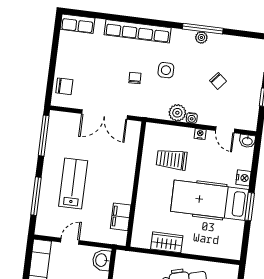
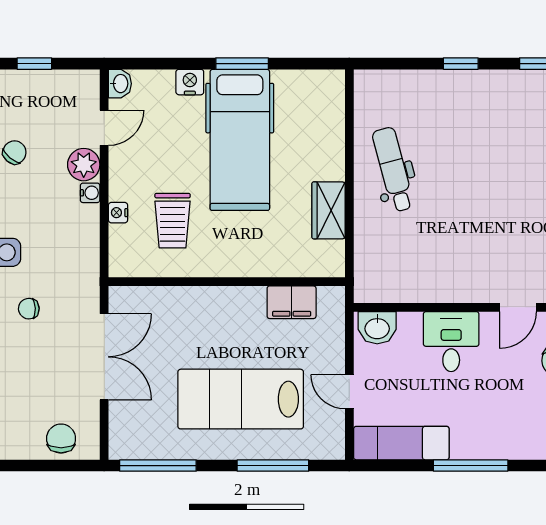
plant: (177, 113) -> (84, 165), moved
nightstand: (200, 134) -> (118, 213), moved
lab bench: (73, 184) -> (241, 399), width x1.36, depth x1.39

